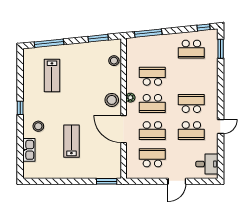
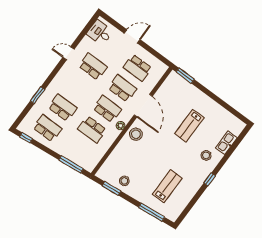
window: (221, 49) -> (38, 95), moved
stool: (114, 61) -> (124, 181), moved
school desk: (191, 103) -> (63, 108), moved, turned 180

